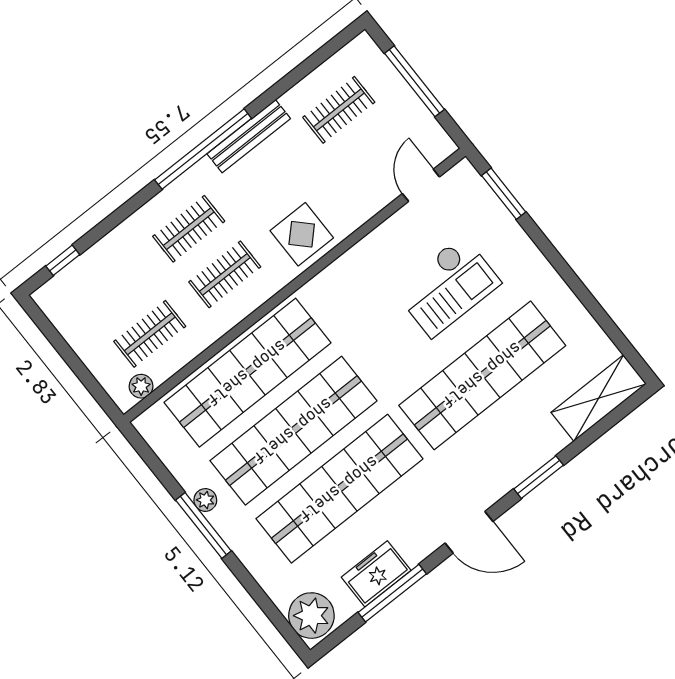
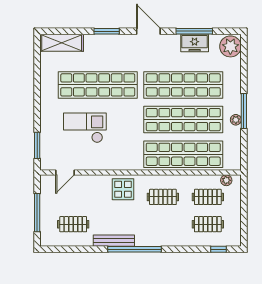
clothes rail: (189, 229) -> (208, 224), moved

